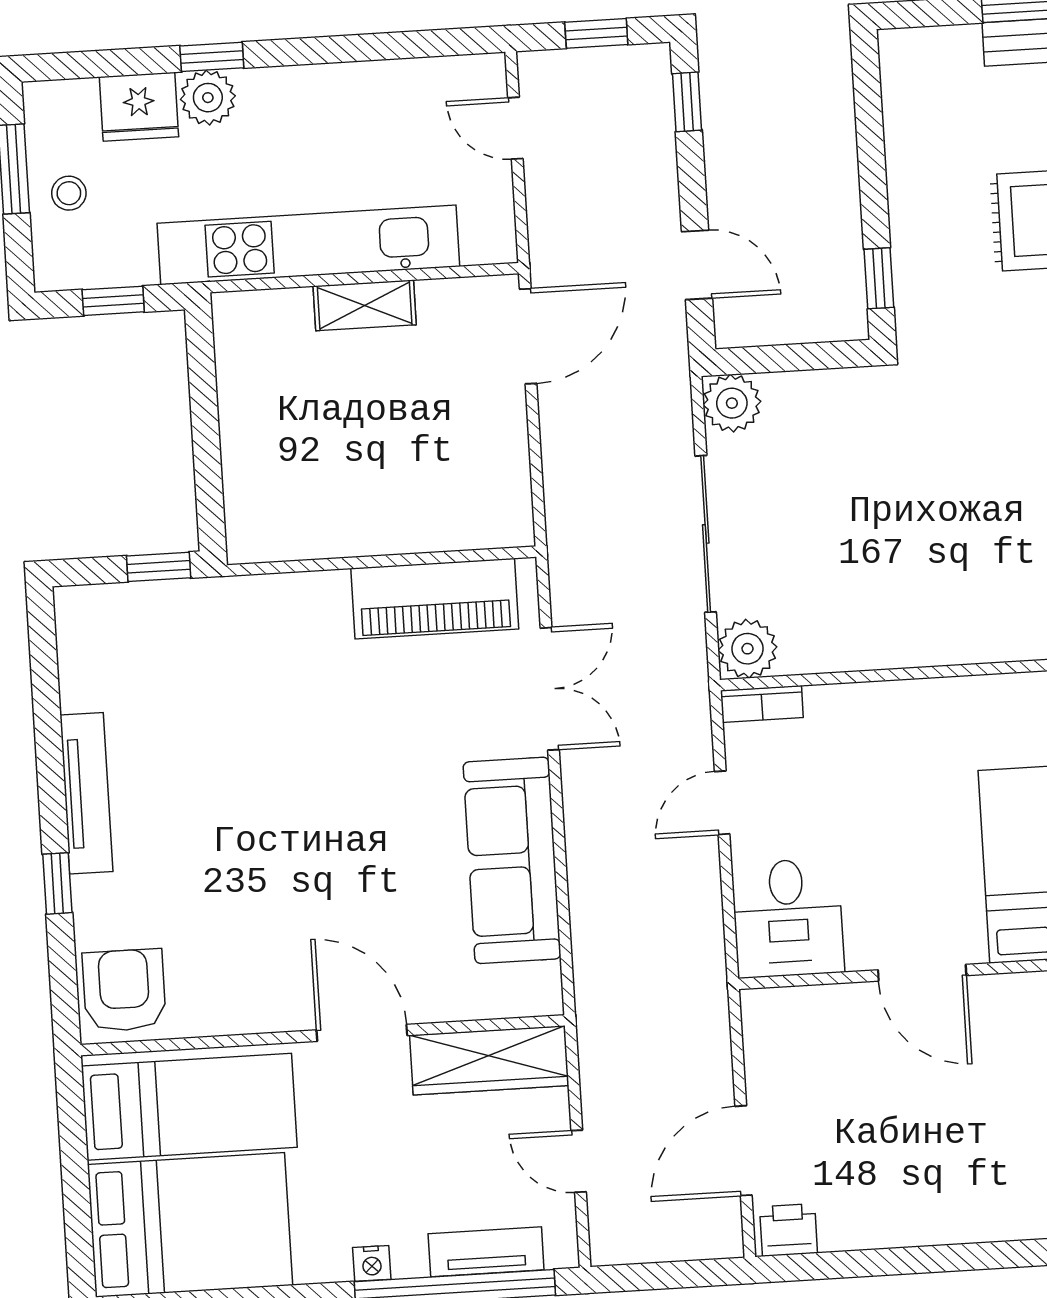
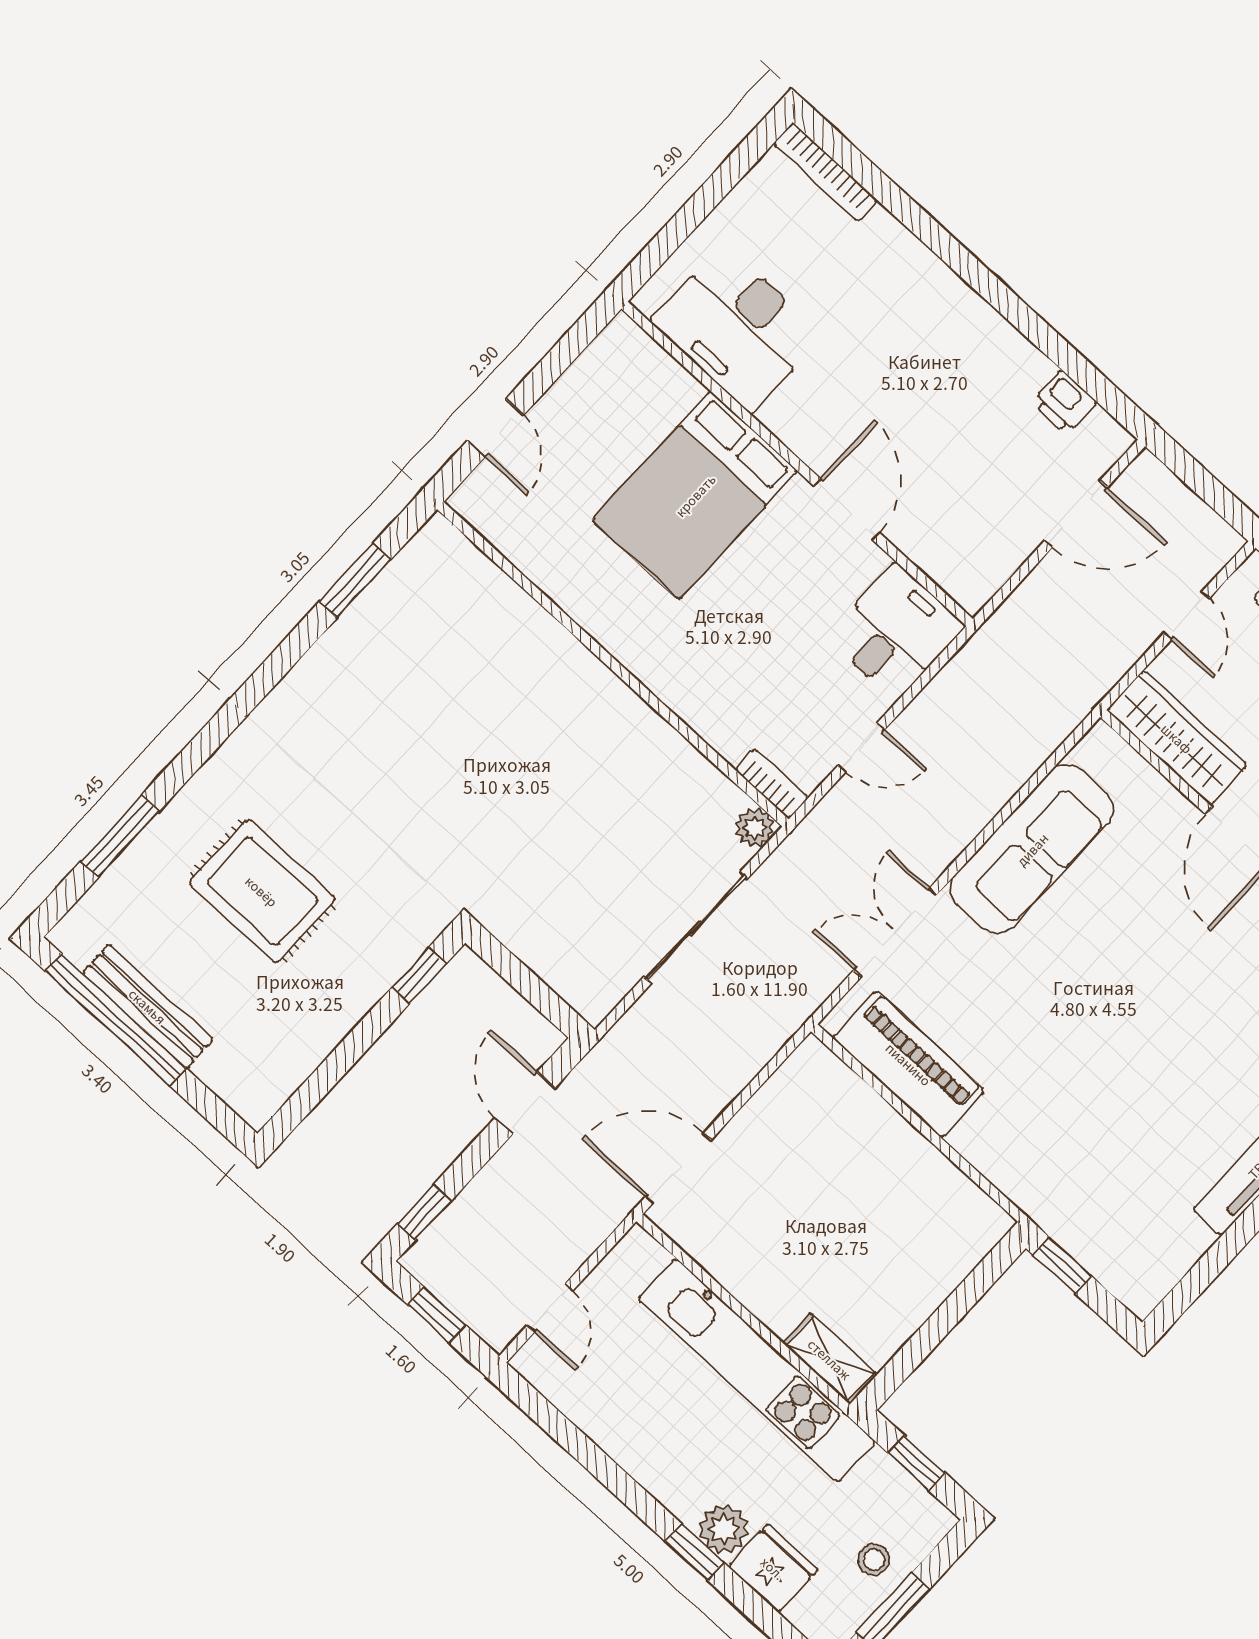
shelving: (365, 305) -> (830, 1359), moved
plant: (732, 403) -> (593, 993), removed
plant: (747, 649) -> (755, 828), width x0.73, depth x0.73
printer: (789, 1230) -> (1064, 402), moved

